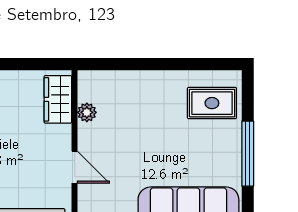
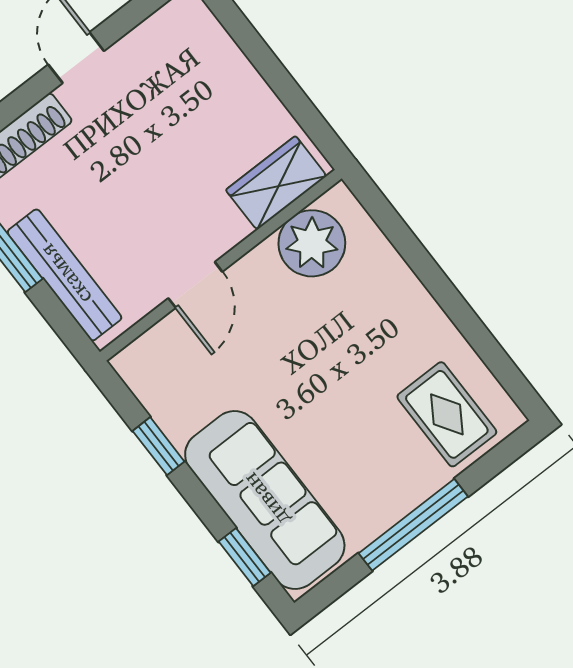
plant: (87, 112) -> (312, 243), width x1.88, depth x1.88

